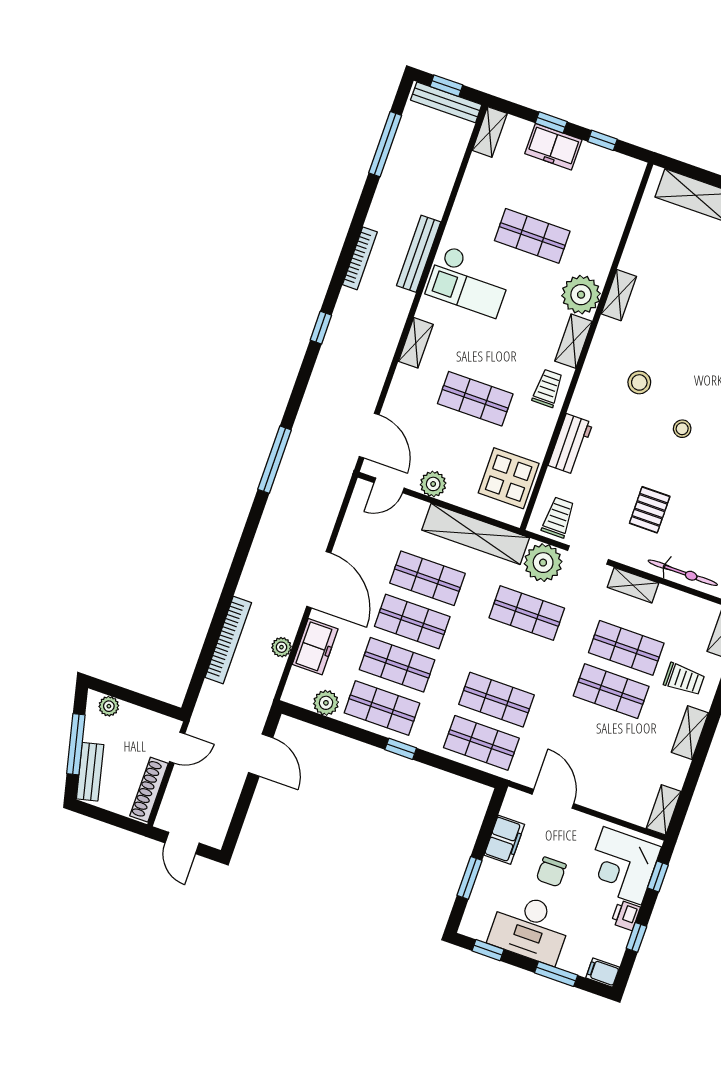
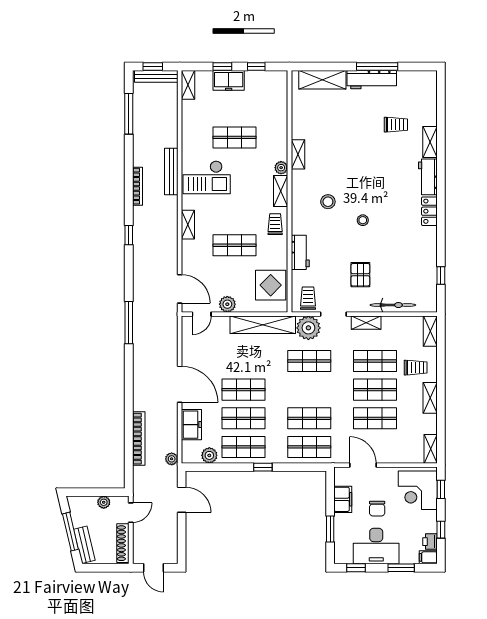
plant: (581, 295) -> (281, 168), width x0.53, depth x0.53
shop shelf: (427, 578) -> (375, 418), moved
plant: (281, 647) -> (172, 459), moved
plant: (109, 706) -> (104, 502), moved
printer: (626, 915) -> (430, 542), moved

